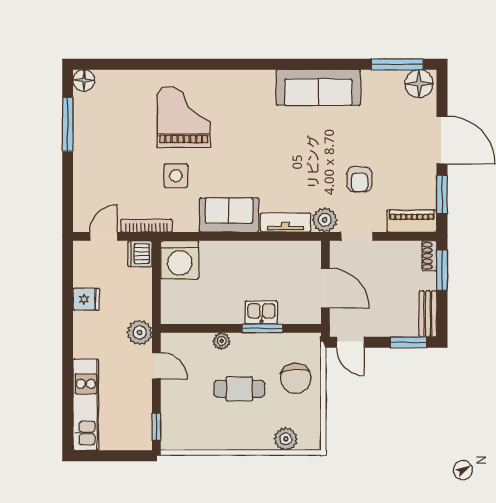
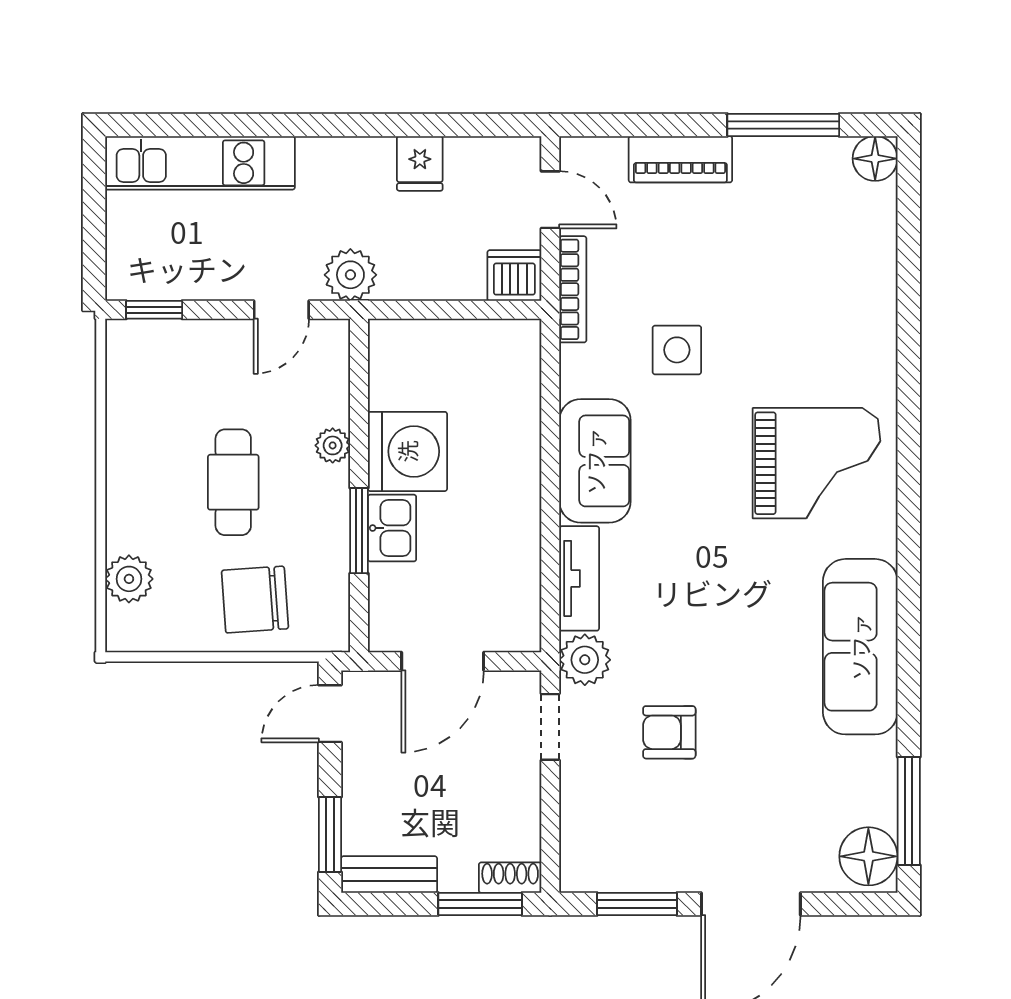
grand piano: (184, 117) -> (816, 463), moved
piano: (412, 221) -> (680, 159), moved, turned 90
washing machine: (180, 260) -> (407, 451), moved, turned 180

